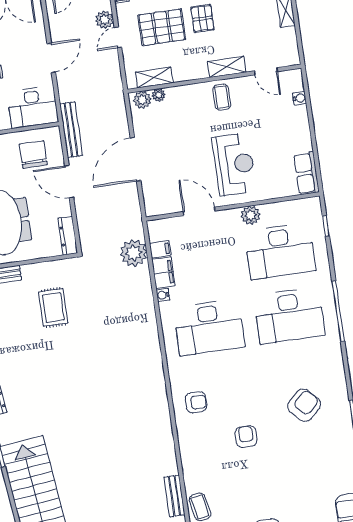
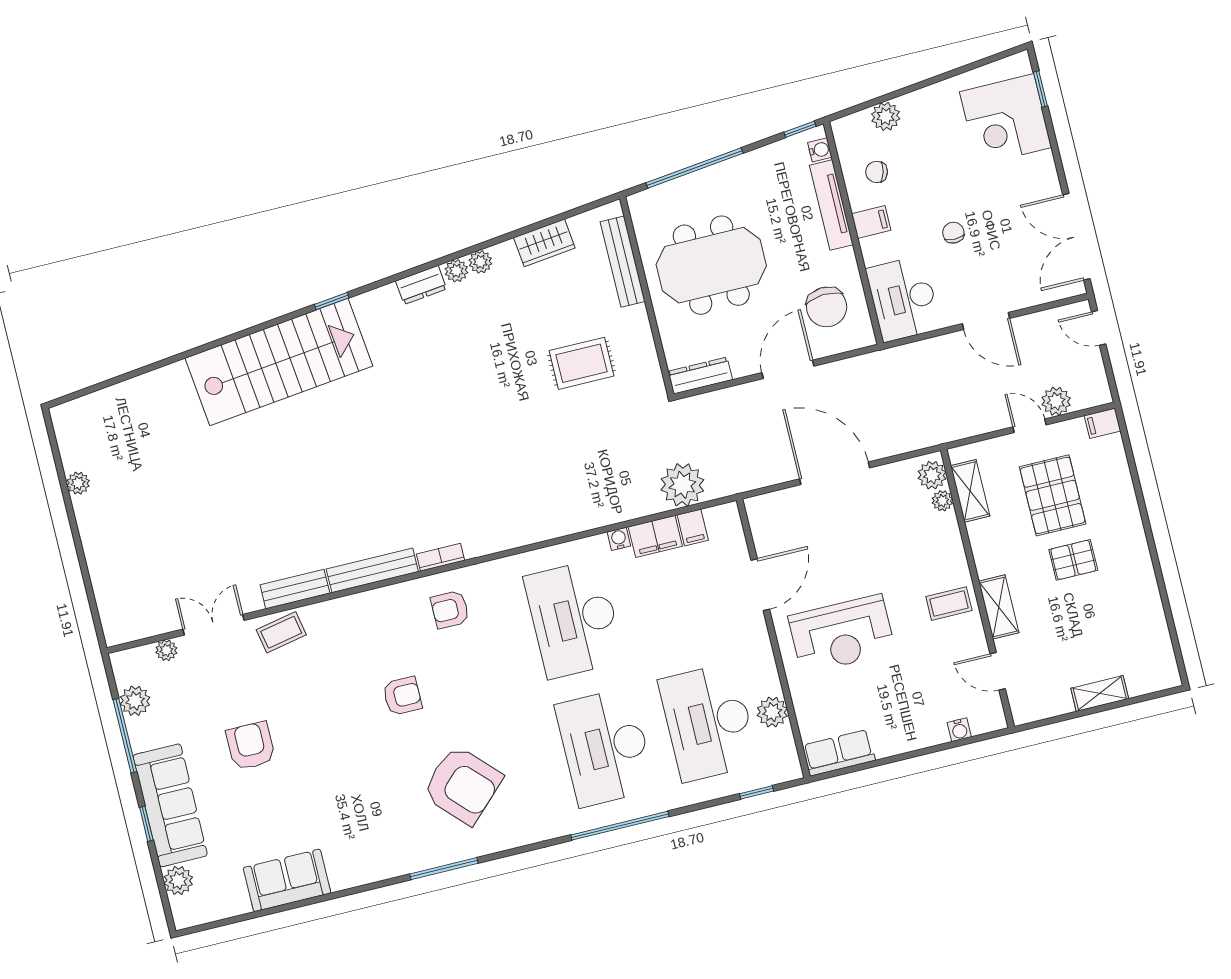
door: (266, 71) -> (998, 671), hinge flipped
bench: (71, 130) -> (372, 570), moved
chair: (33, 154) -> (827, 307), turned 87
plant: (251, 215) -> (772, 712), moved
armchair: (196, 402) -> (450, 610), turned 90
bookcase: (164, 405) -> (440, 557), added
armchair: (304, 405) -> (462, 785), width x1.36, depth x1.36

